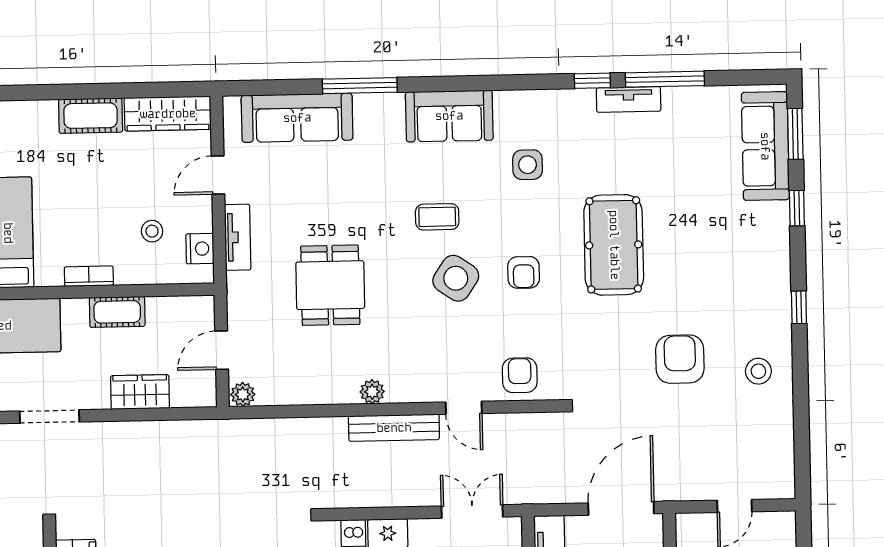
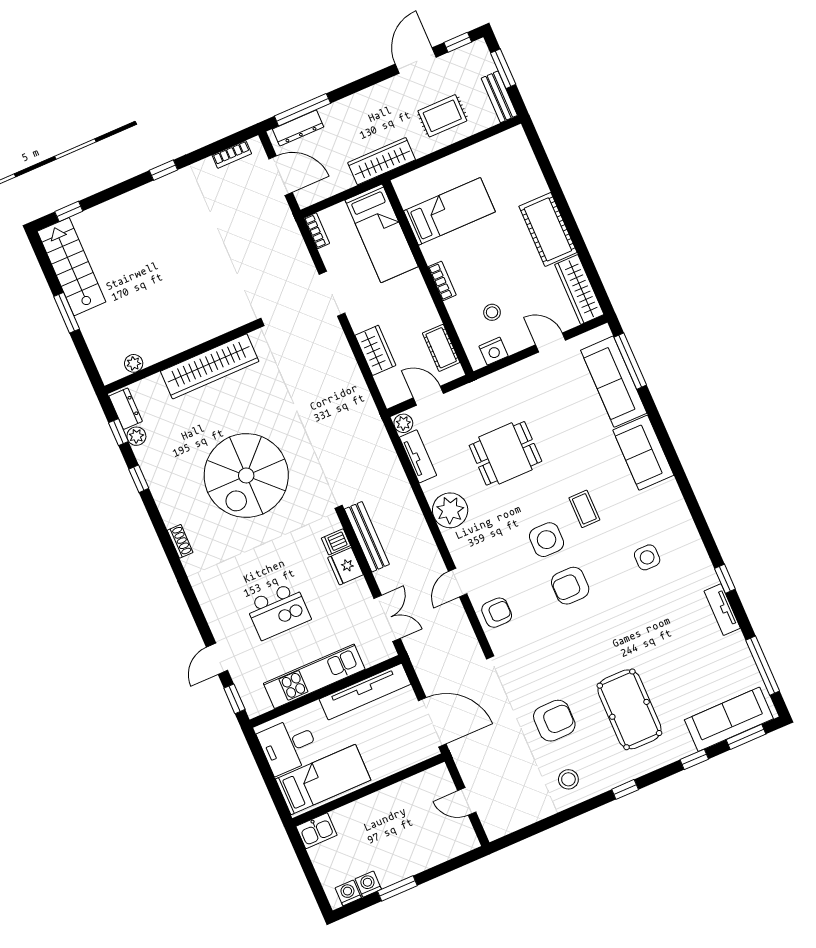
window: (665, 79) -> (763, 666), moved
window: (360, 86) -> (630, 361), moved
cot: (91, 116) -> (548, 229), width x1.37, depth x1.34
sofa: (449, 116) -> (643, 453), moved
tv unit: (238, 237) -> (418, 456), moved, turned -90
pool table: (614, 245) -> (629, 709), moved, turned 90
armchair: (524, 272) -> (570, 586), width x1.38, depth x1.38
side table: (456, 278) -> (547, 540), turned -34
cot: (117, 312) -> (441, 348), moved
plant: (372, 392) -> (450, 510), width x1.87, depth x1.87
bench: (394, 428) -> (367, 537), moved

